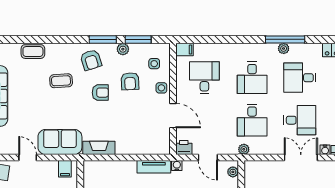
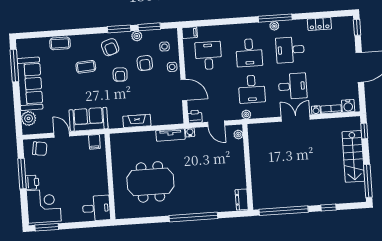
armchair: (100, 93) -> (120, 75), turned 92
fireplace: (99, 148) -> (137, 121), moved

